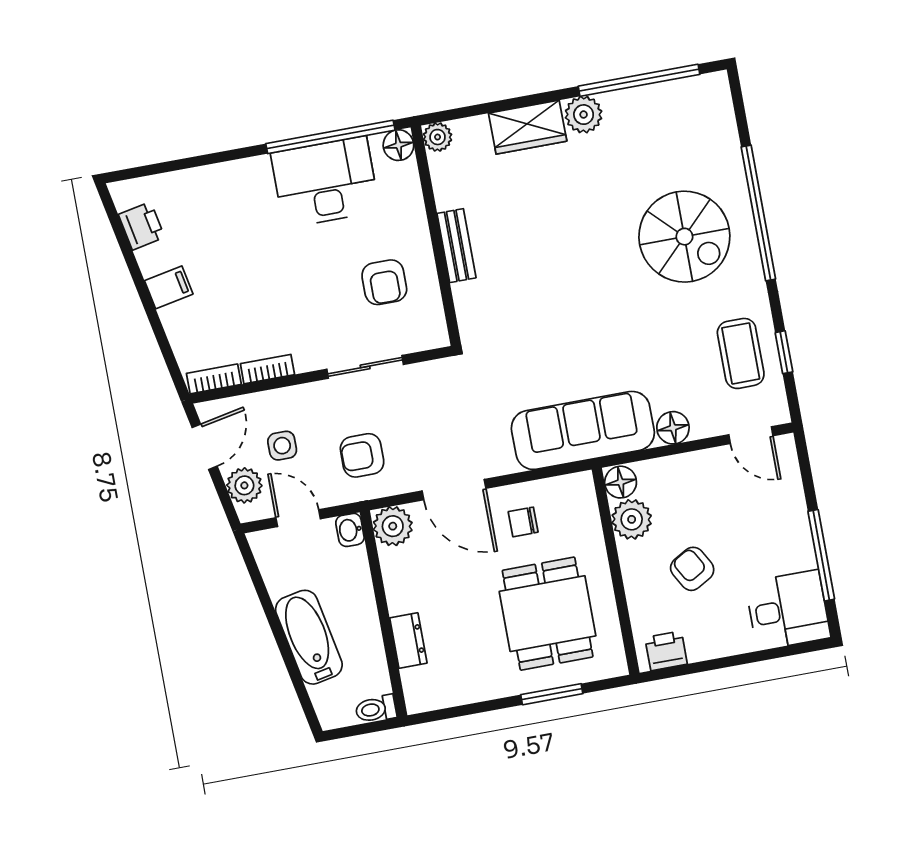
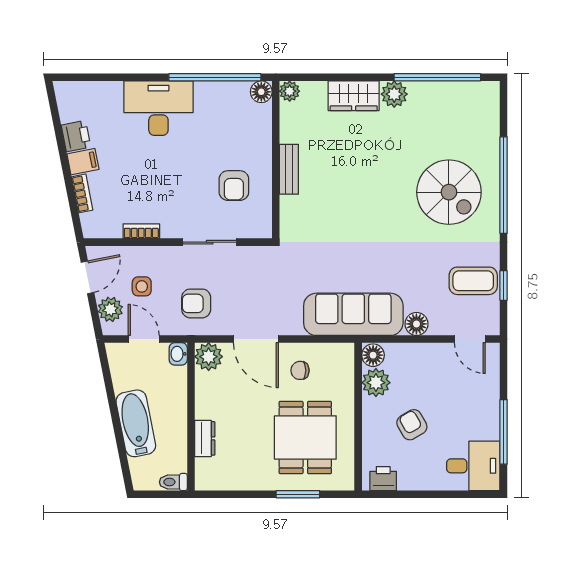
desk: (325, 182) -> (158, 108), moved
printer: (142, 226) -> (76, 136), moved
coffee table: (741, 353) -> (473, 281), turned 90
bookcase: (214, 379) -> (82, 193), moved, turned 79

